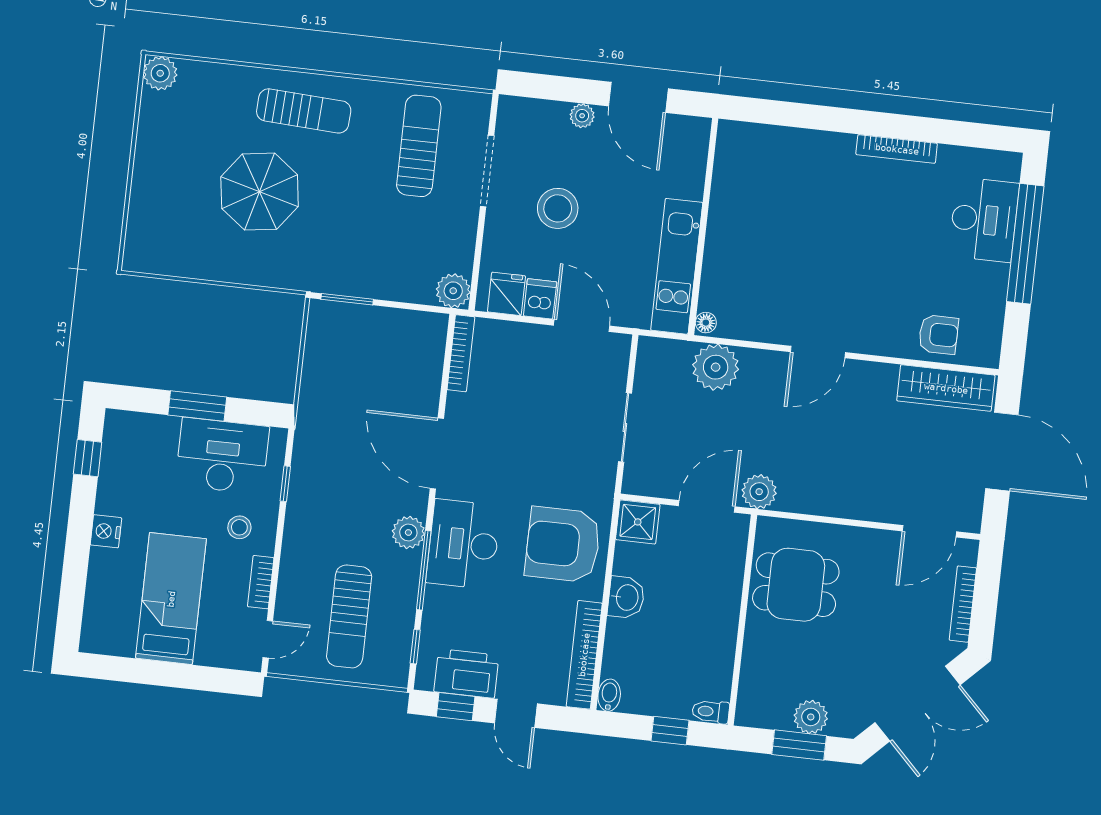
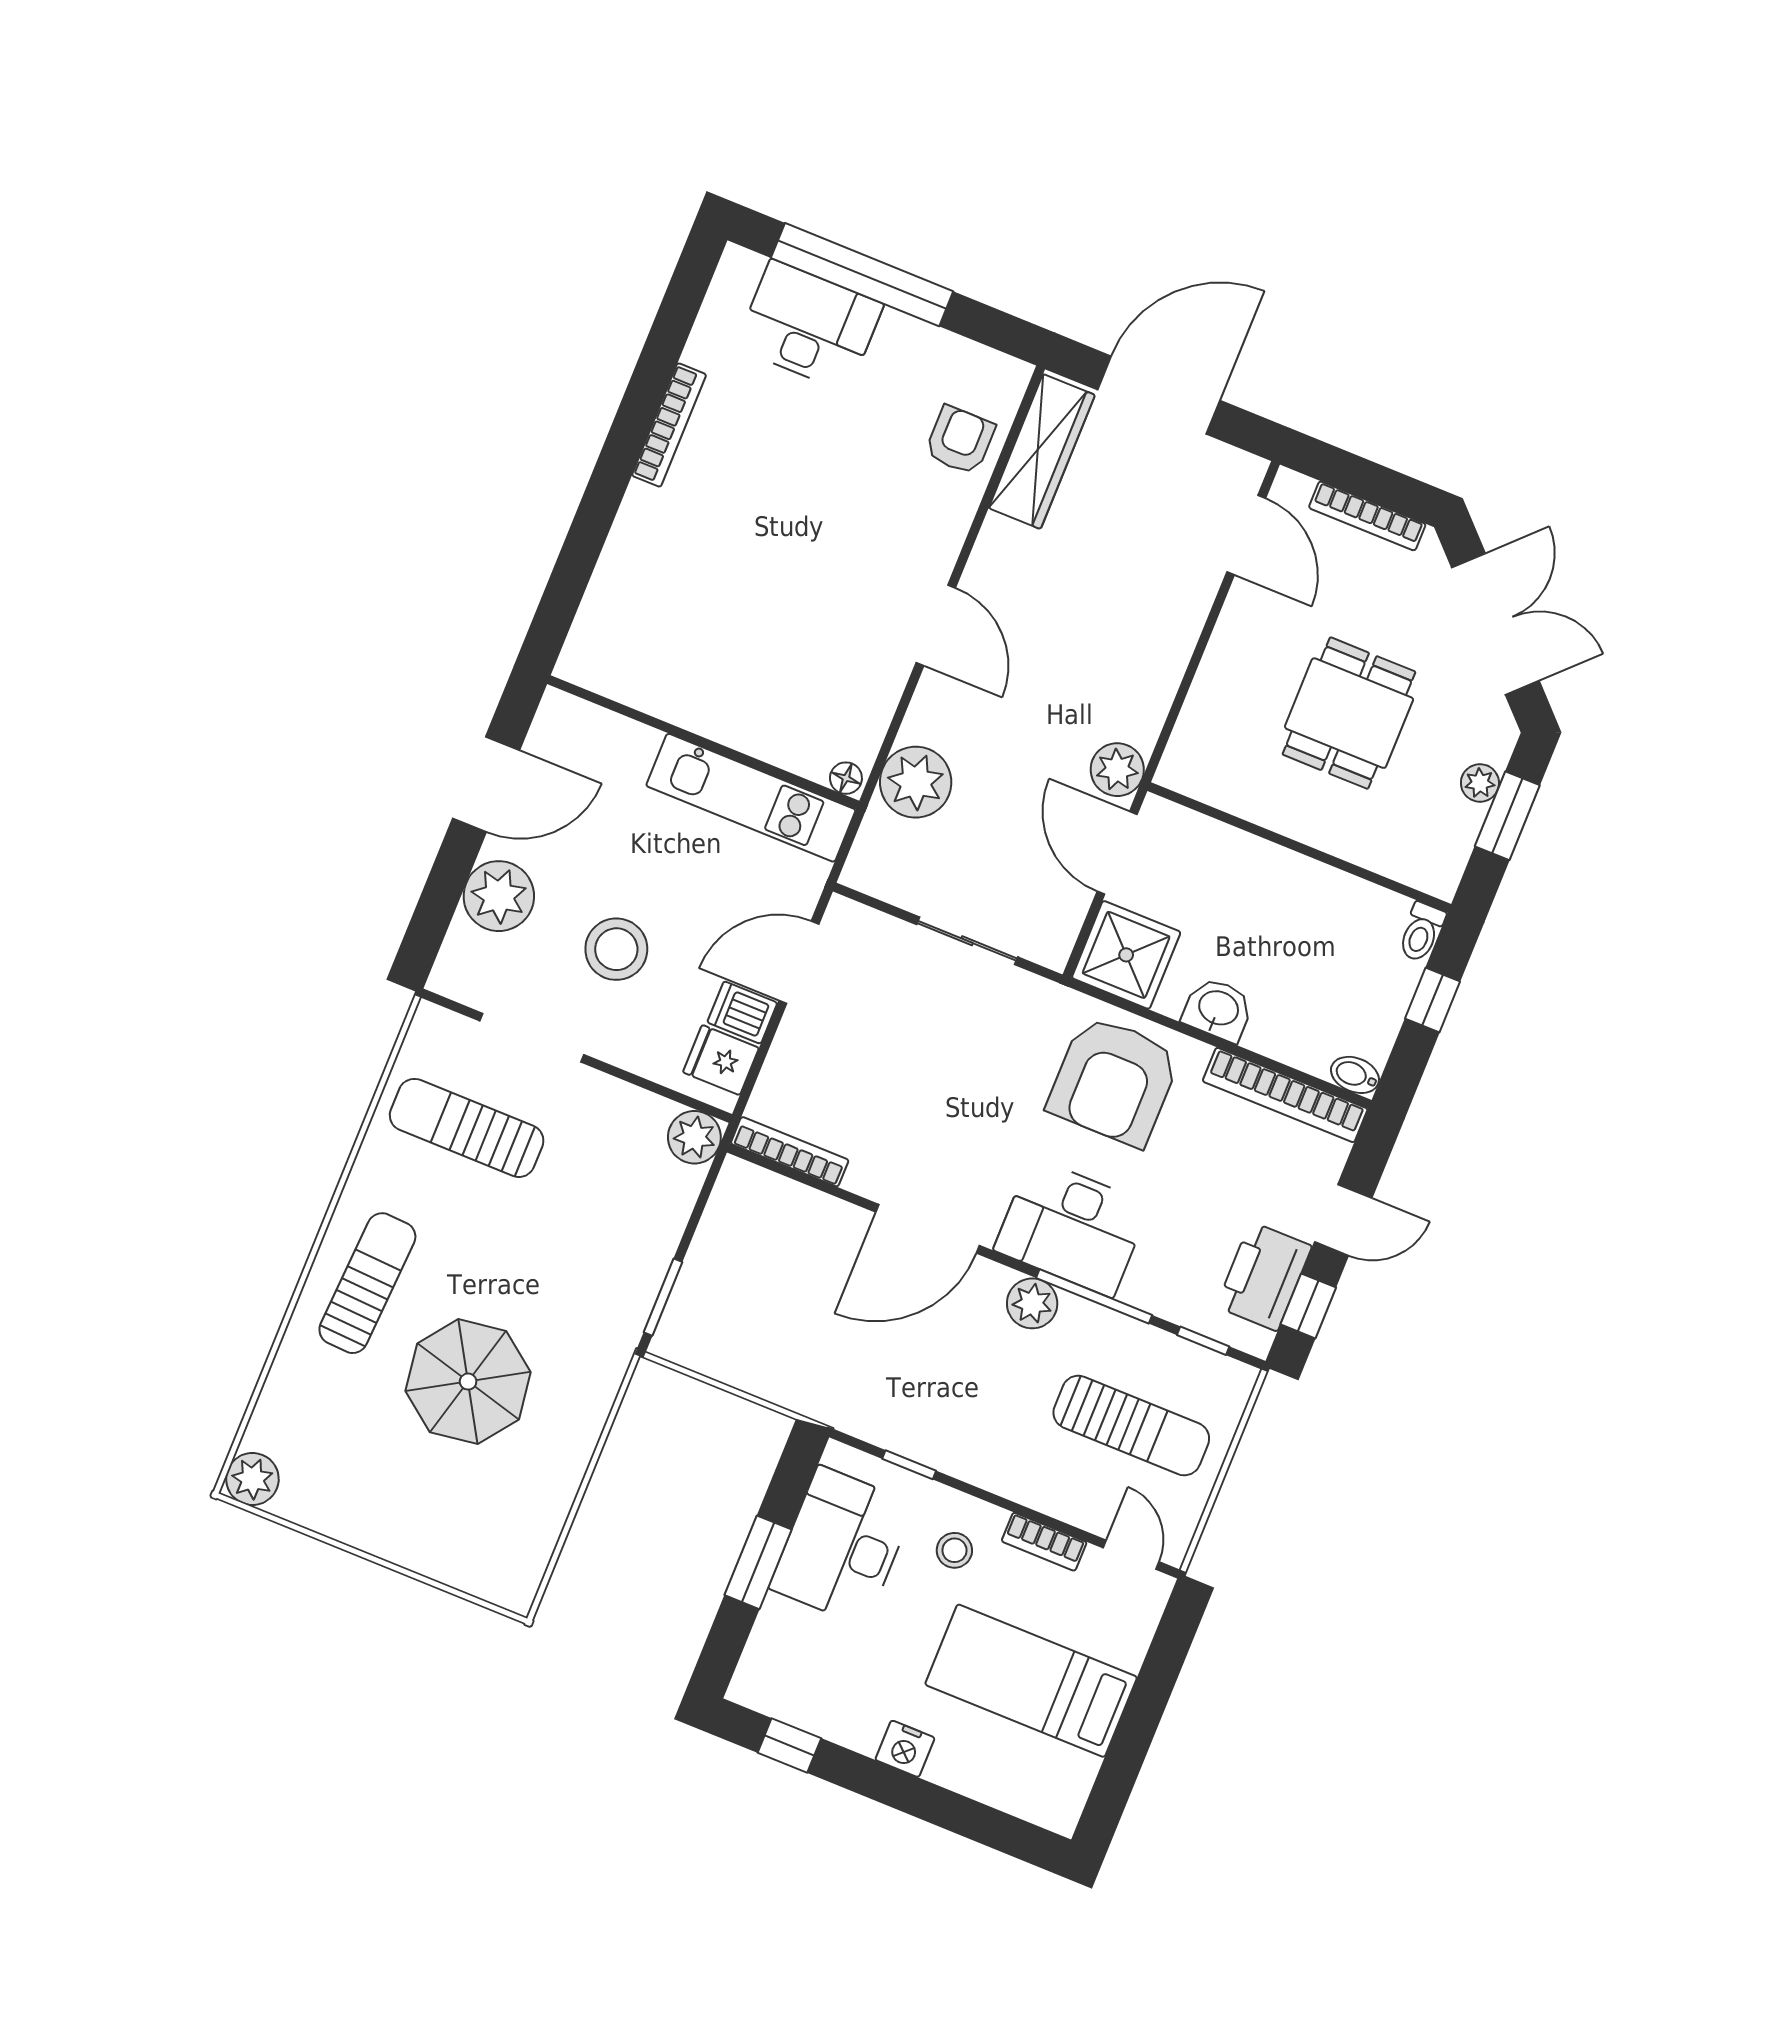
plant: (582, 116) -> (499, 896), width x1.87, depth x1.87
shower: (638, 522) -> (1126, 955), width x1.36, depth x1.36
dining table: (796, 585) -> (1349, 713), moved
plant: (811, 717) -> (1480, 783), width x0.73, depth x0.73

